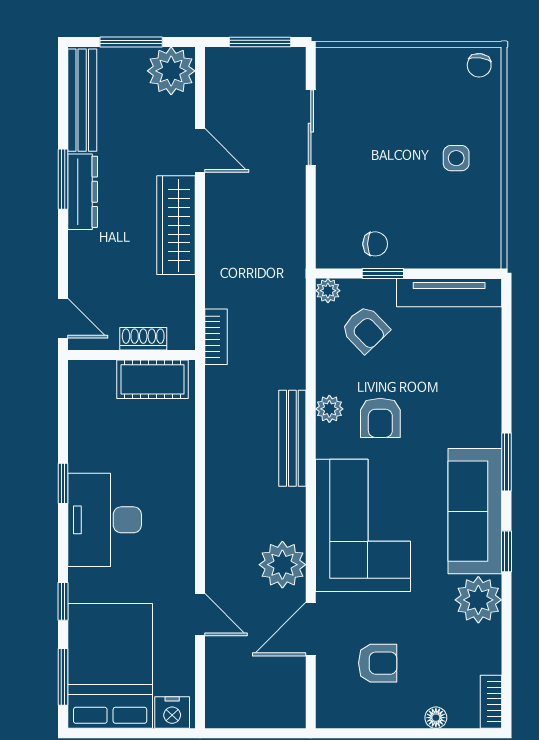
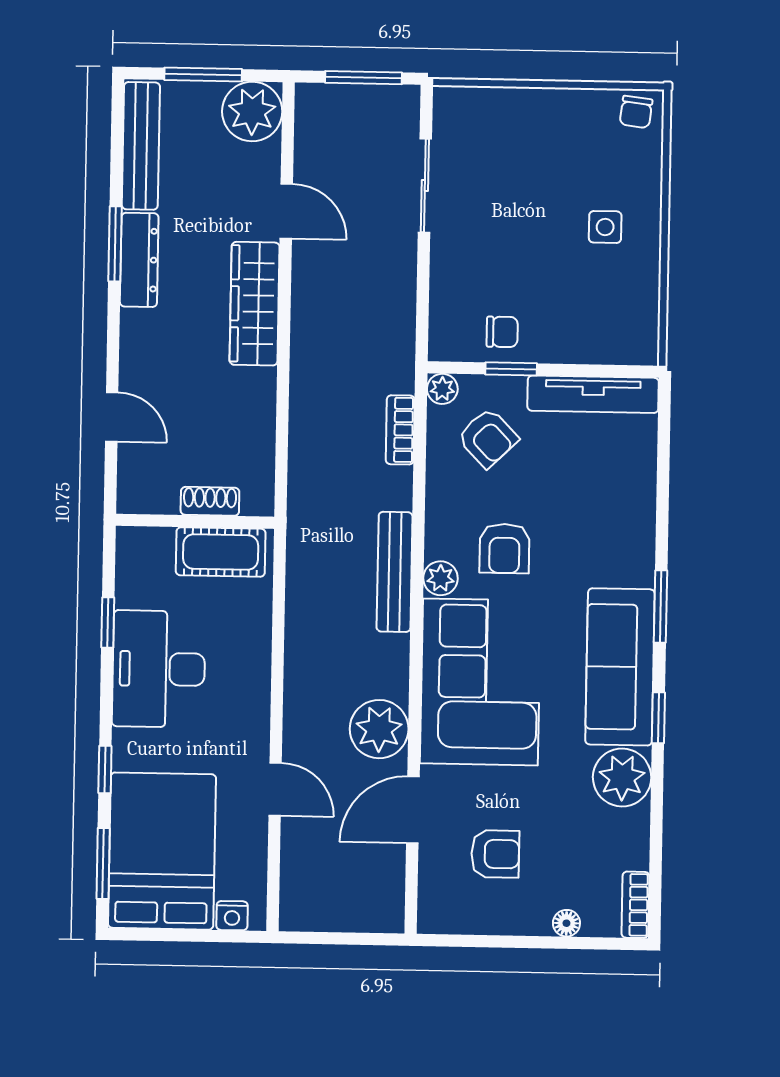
bookcase: (216, 337) -> (400, 430), moved, turned 180
shoe rack: (143, 339) -> (210, 501), moved
wall: (131, 355) -> (195, 521), moved
cot: (153, 379) -> (221, 552), moved
plant: (329, 409) -> (441, 578), moved
nightstand: (172, 713) -> (232, 916), width x0.72, depth x0.74

